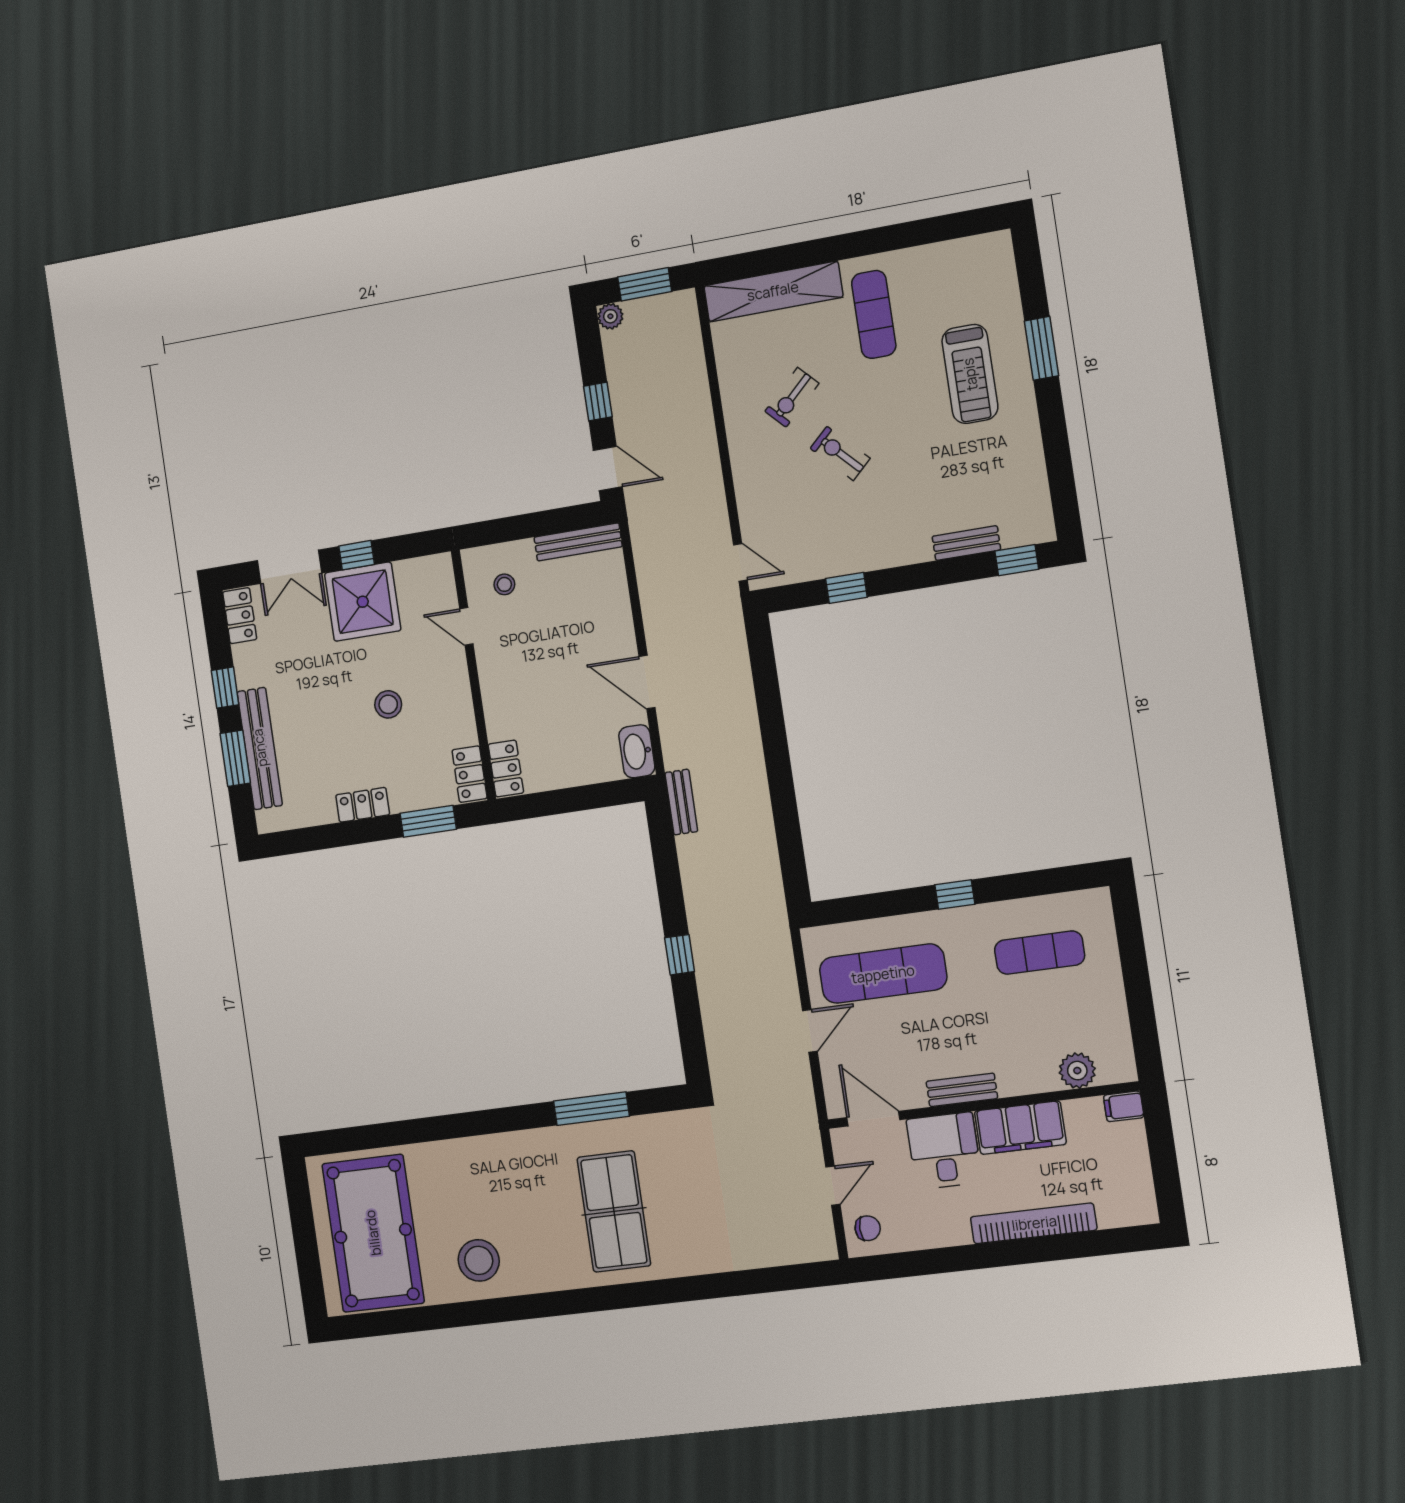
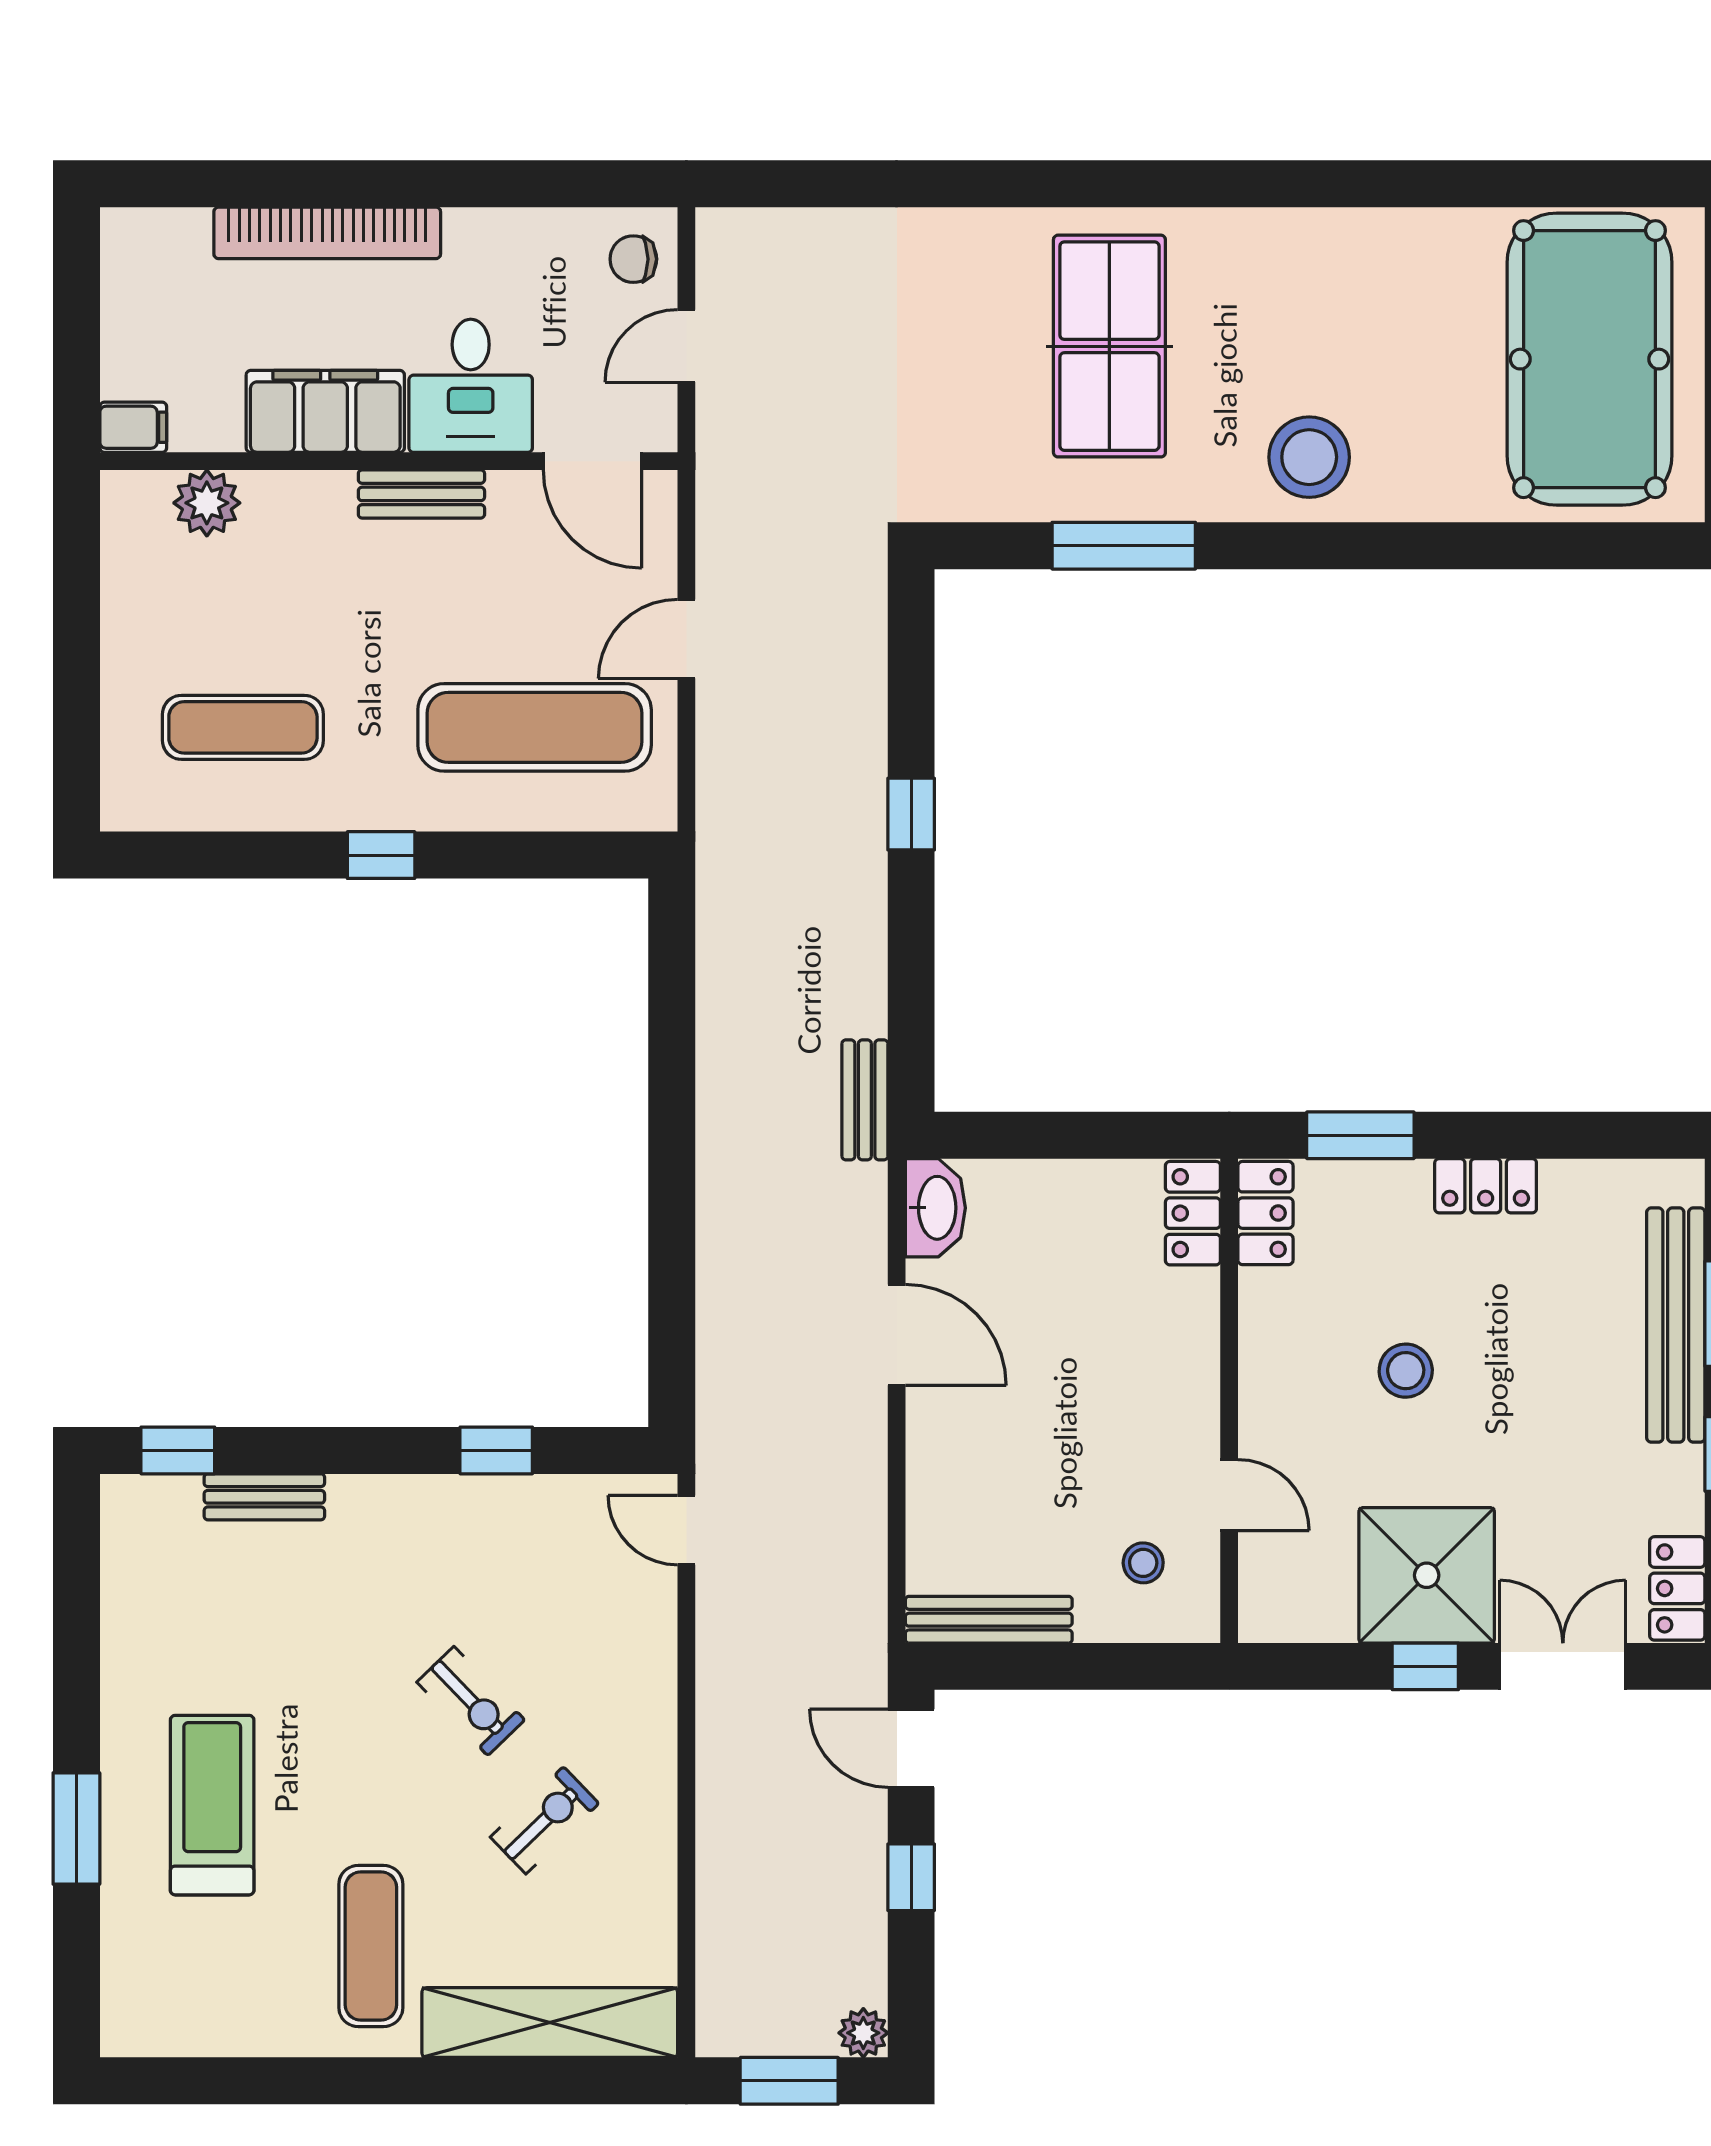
stool: (479, 1260) -> (1309, 457), moved

